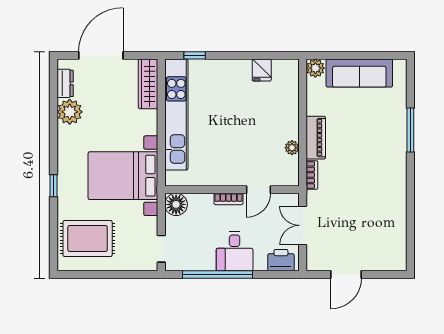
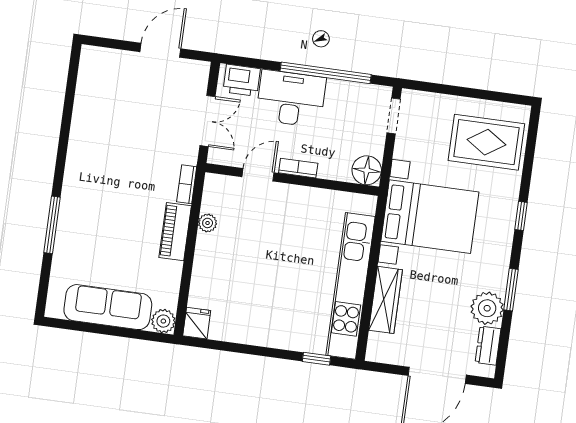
fridge: (262, 70) -> (197, 323), moved
wardrobe: (148, 84) -> (386, 300), moved
window: (53, 128) -> (511, 290), added
desk: (235, 251) -> (291, 99), width x1.37

